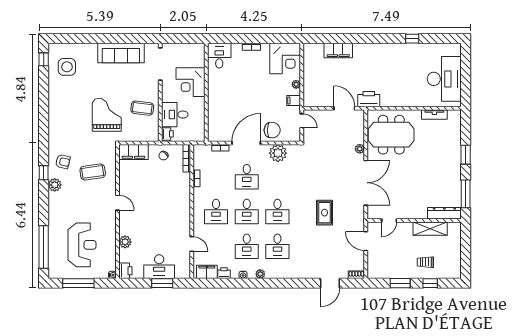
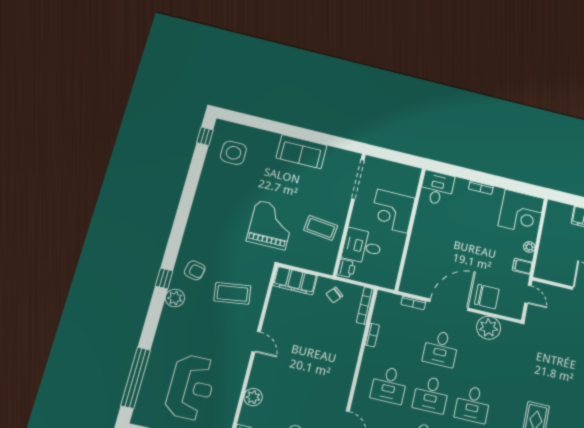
sofa: (121, 53) -> (301, 152), width x0.73

